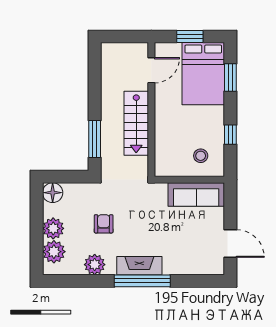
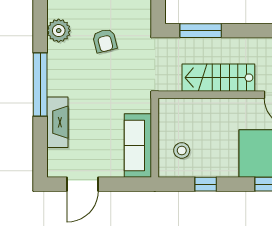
armchair: (104, 224) -> (105, 41), turned 76
fireplace: (139, 266) -> (57, 122), moved

